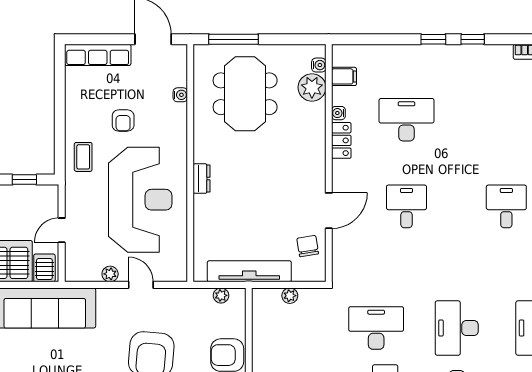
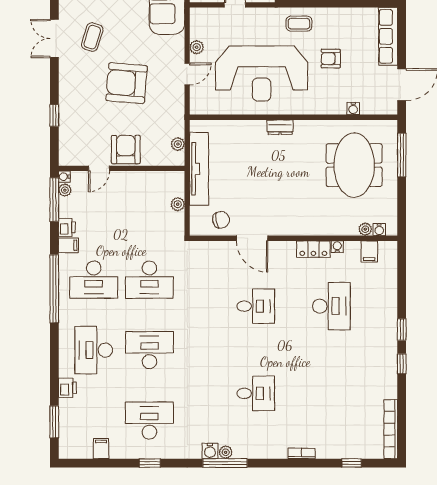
plant: (312, 87) -> (365, 229), width x0.53, depth x0.53
meeting table: (245, 94) -> (354, 165), turned 90
desk: (376, 328) -> (149, 280), turned 90

